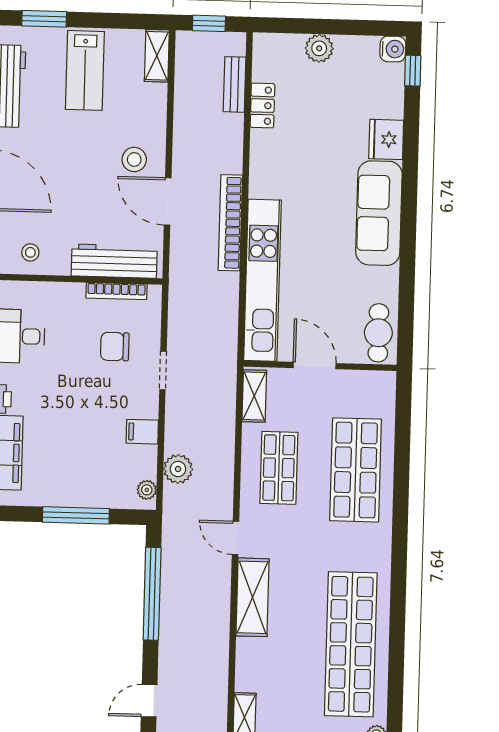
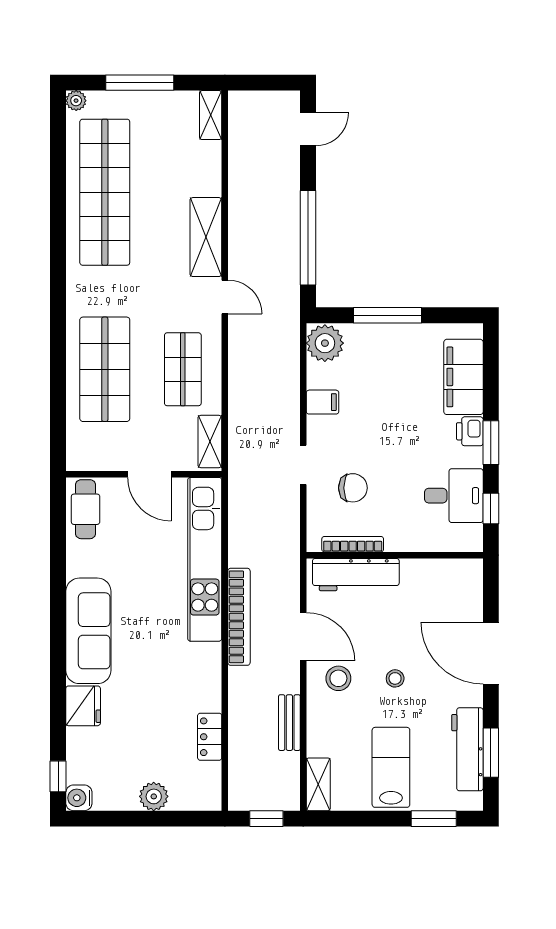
bench: (235, 84) -> (289, 723), moved
stool: (30, 252) -> (395, 678), moved
plant: (178, 469) -> (285, 365), removed
plant: (147, 490) -> (325, 343), width x1.87, depth x1.87

